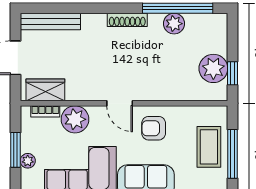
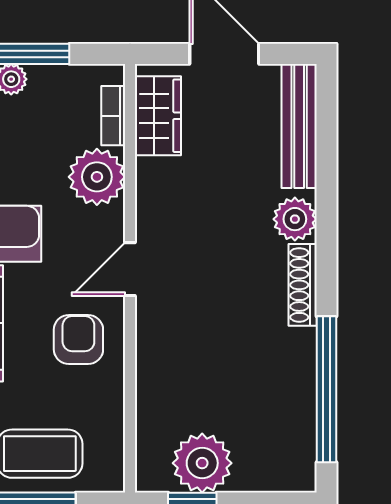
plant: (174, 24) -> (295, 219), moved

